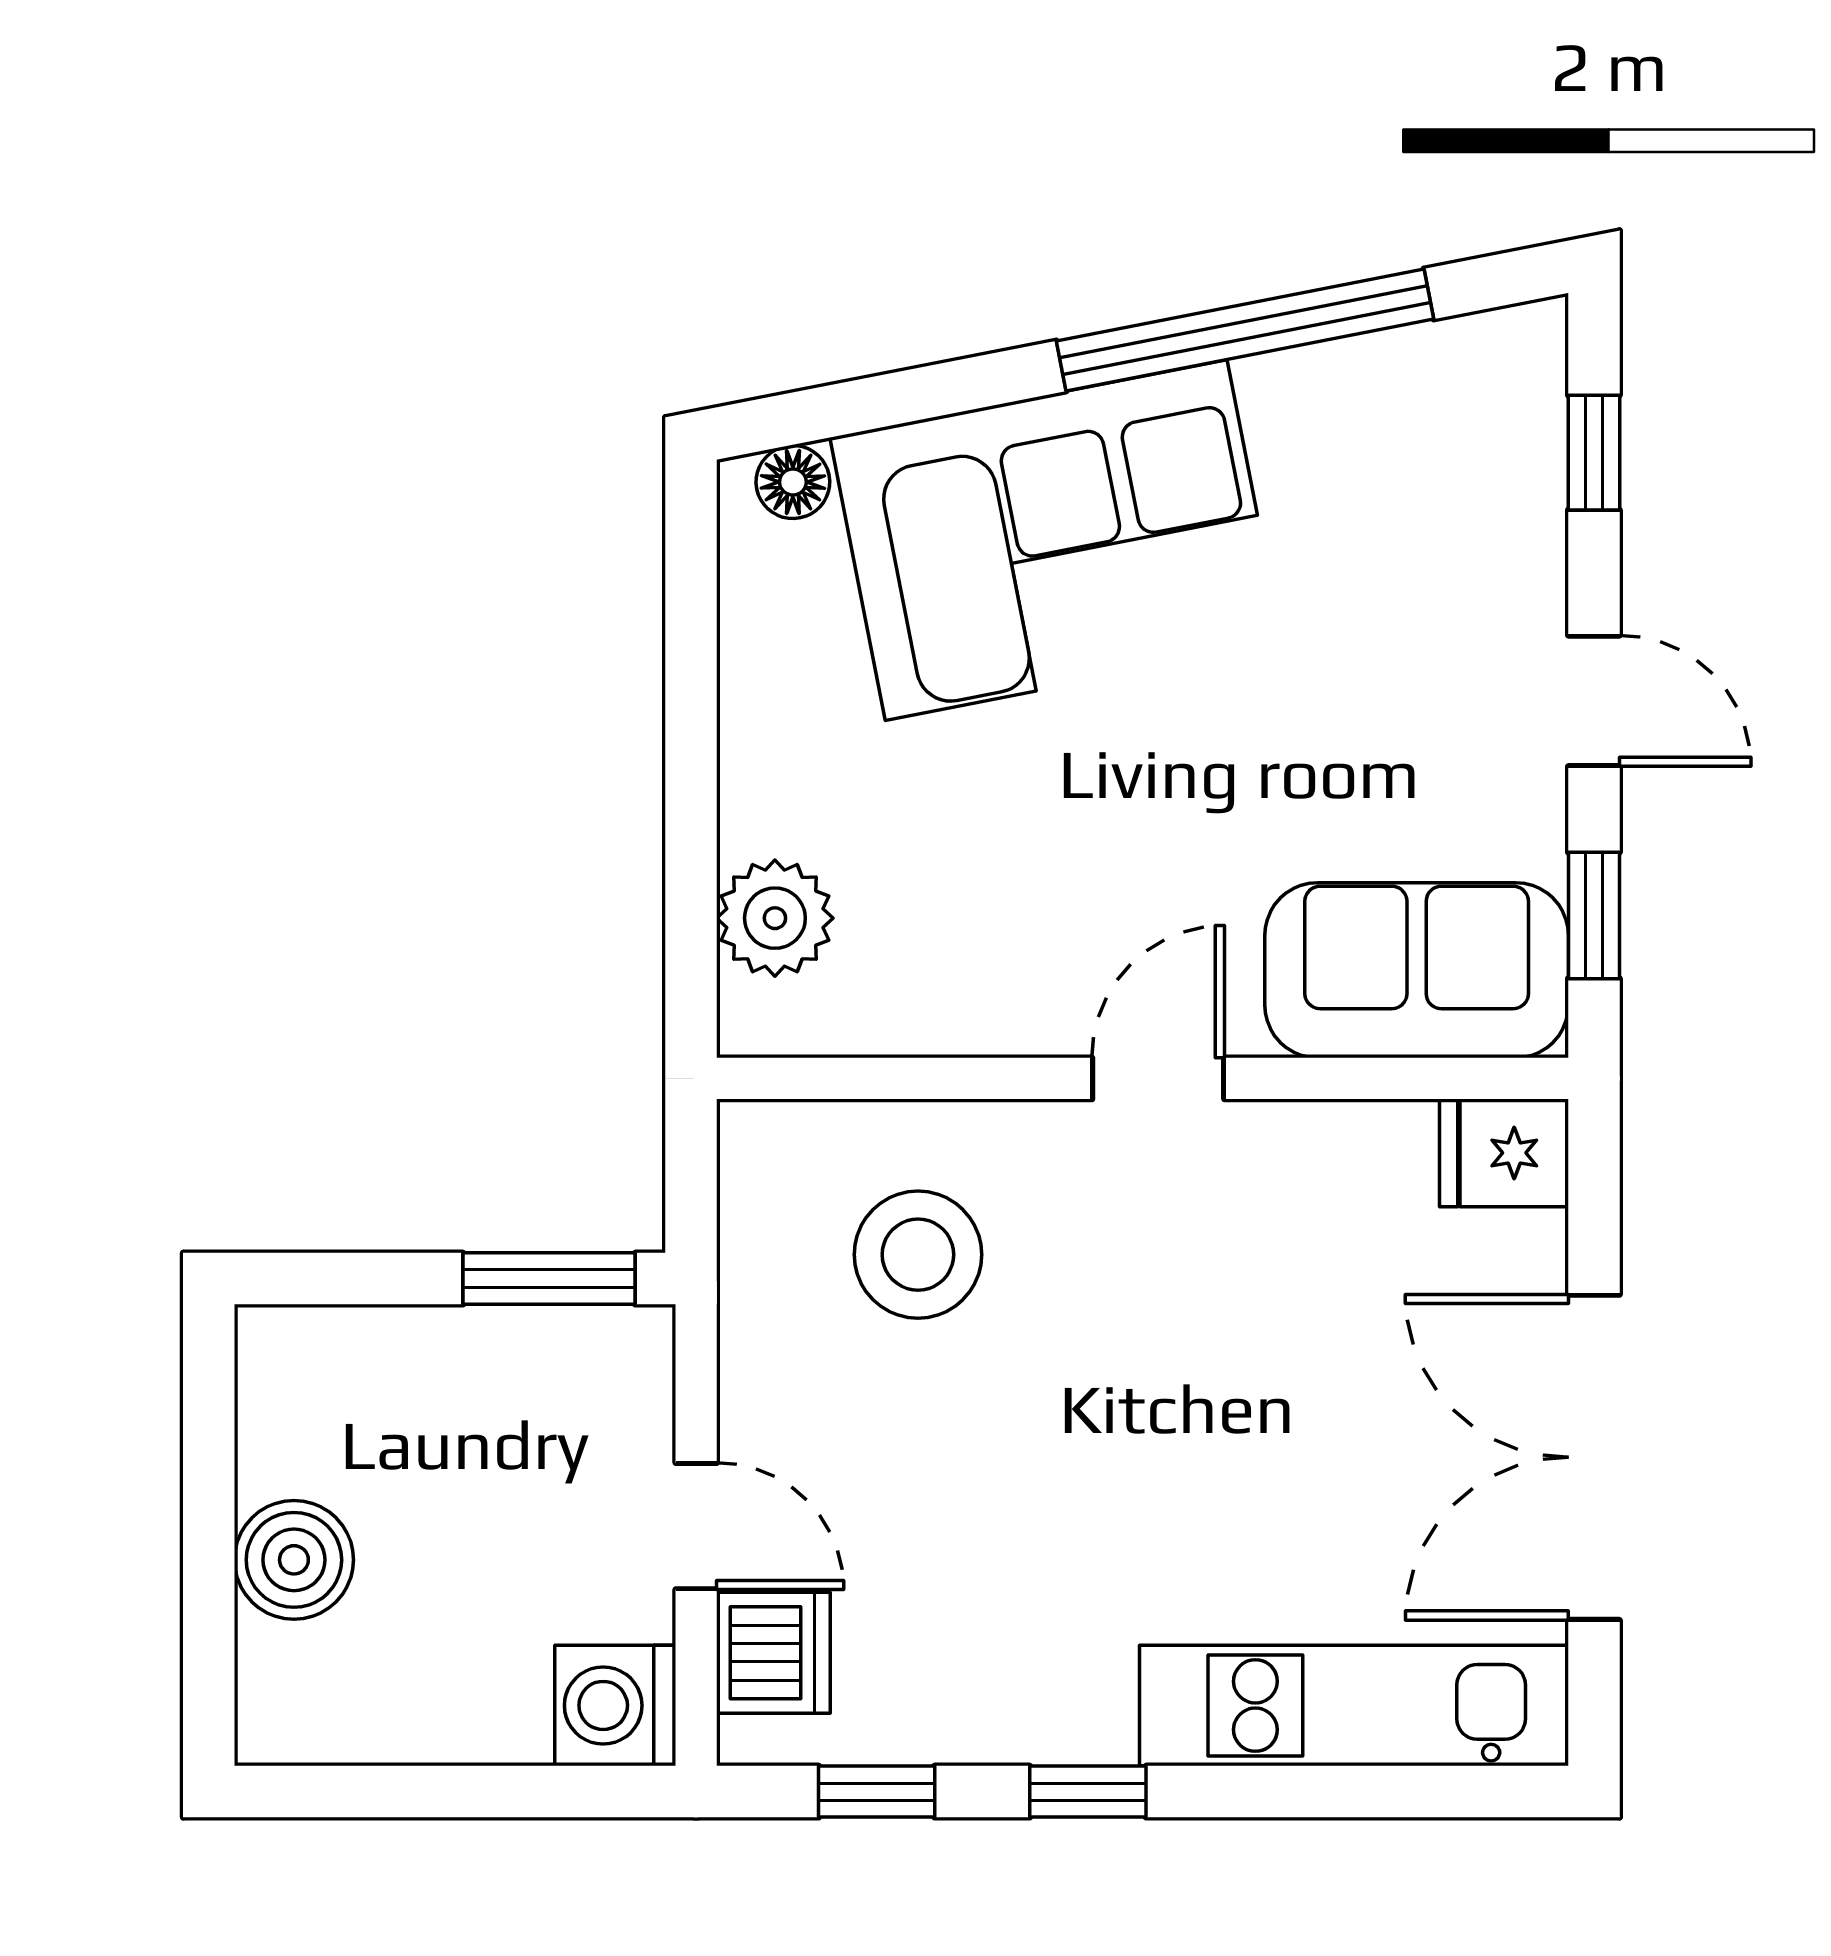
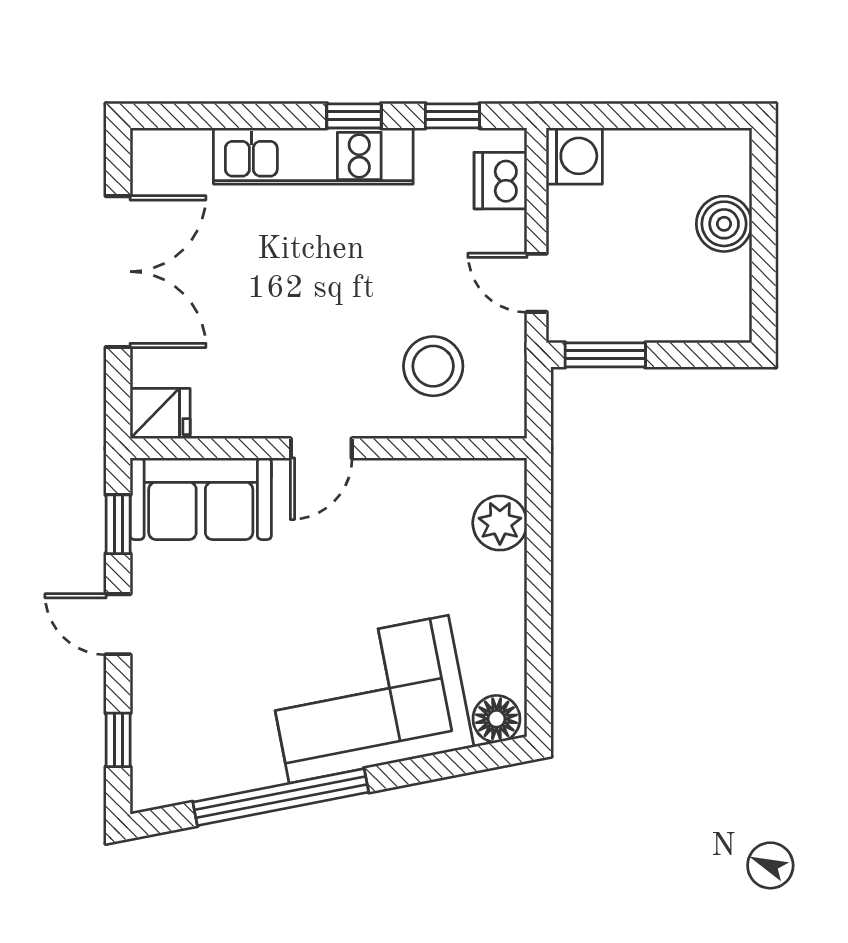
floor lamp: (793, 482) -> (496, 719), width x1.37, depth x1.37
door: (696, 1526) -> (537, 283), moved
kitchen unit: (1354, 1705) -> (313, 156), moved

